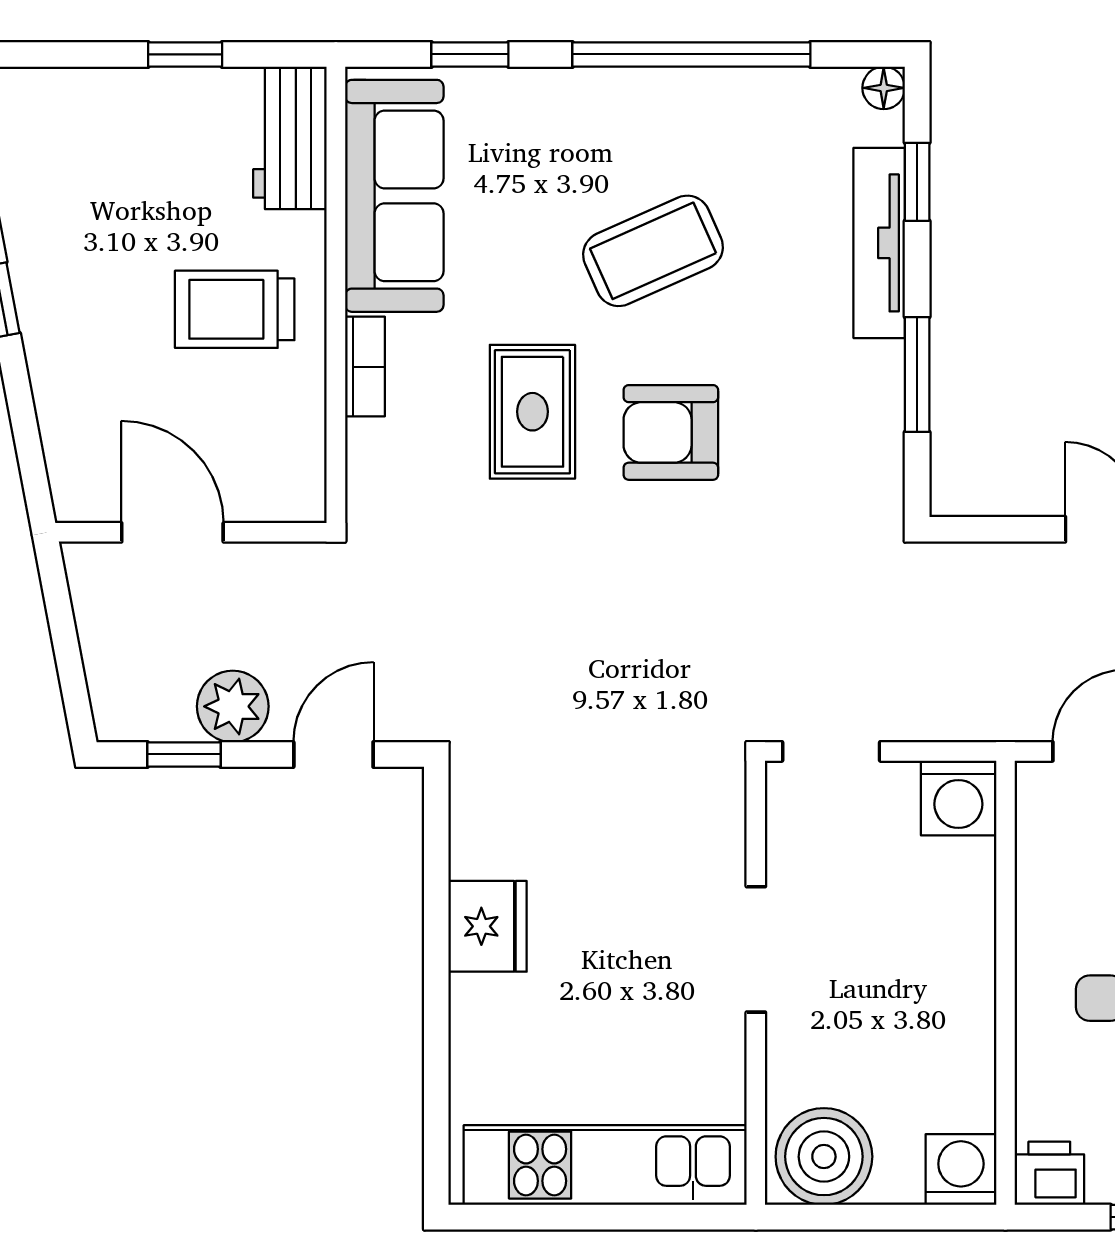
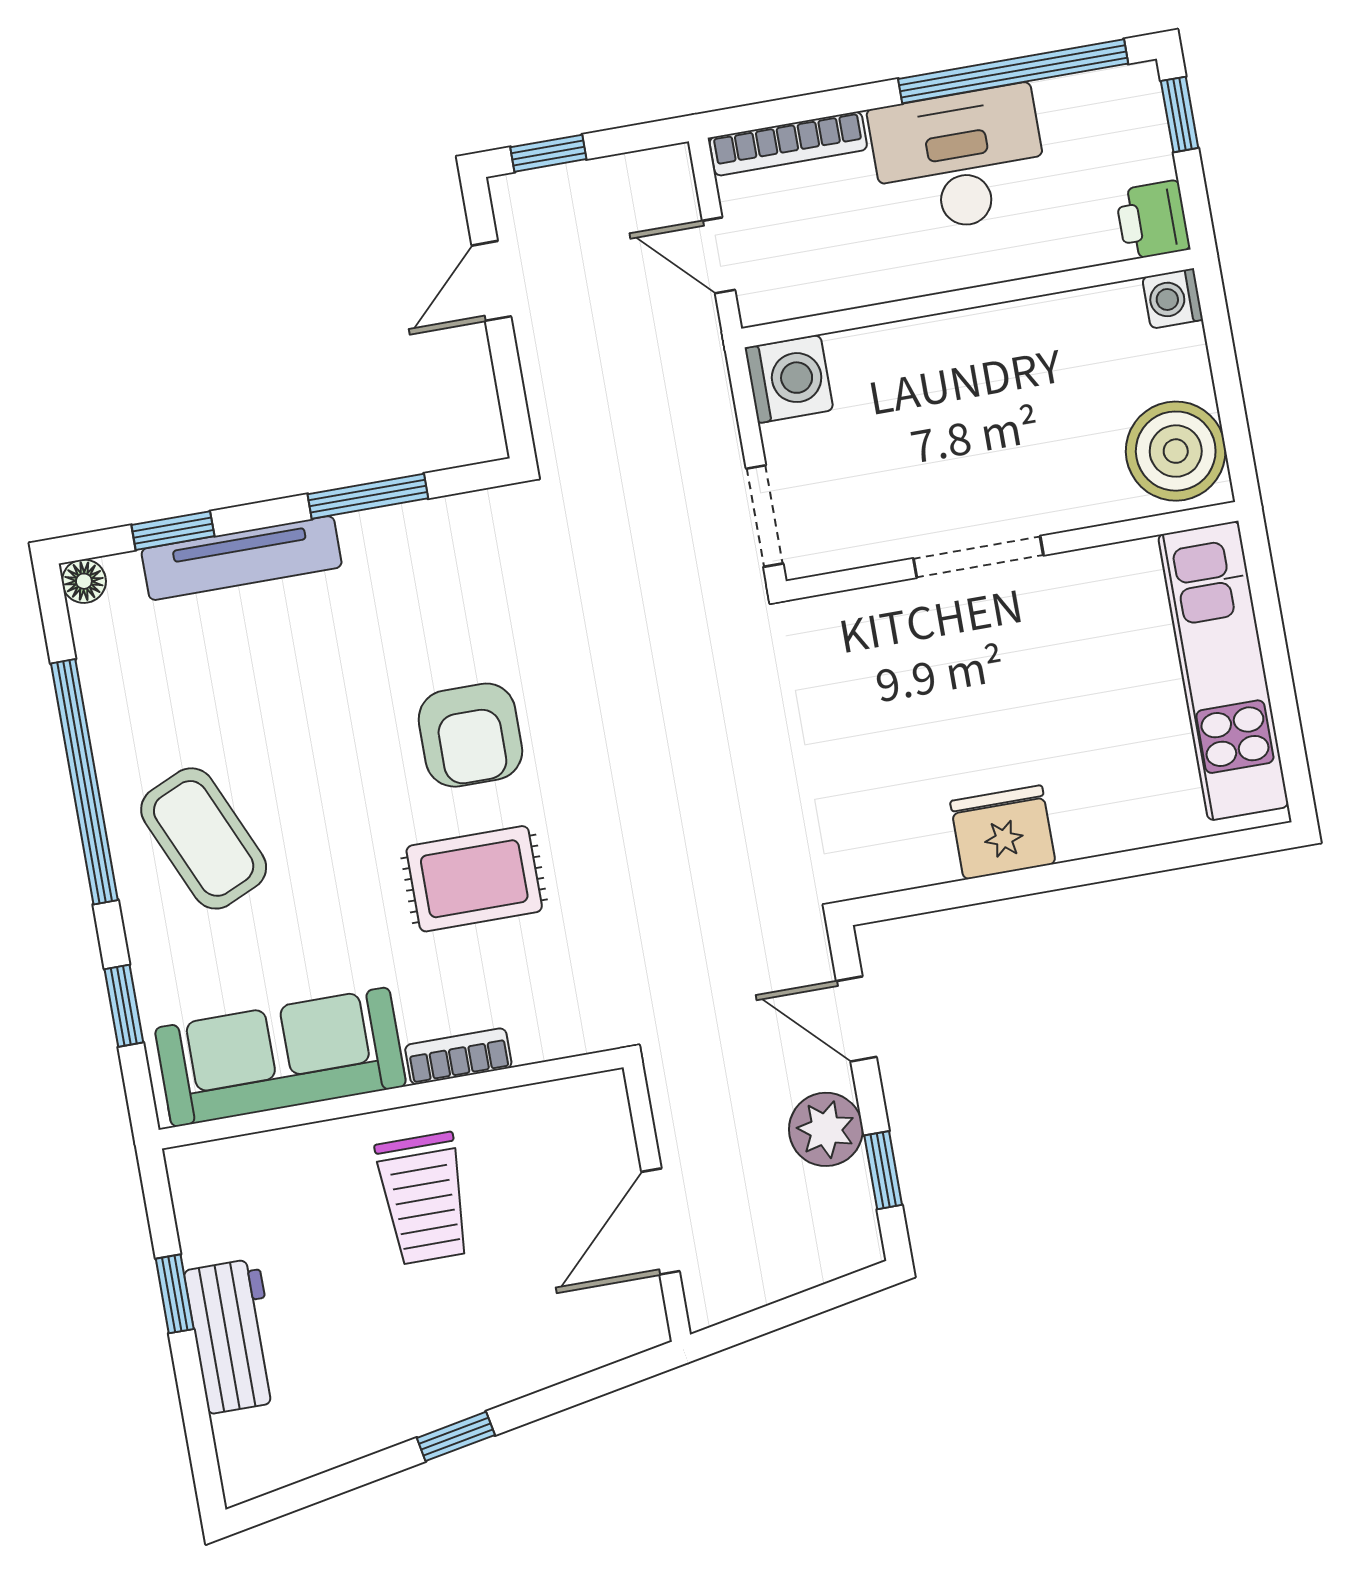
workbench: (290, 138) -> (233, 1336), moved, turned -90
coffee table: (653, 251) -> (204, 838), moved
washing machine: (961, 1170) -> (1173, 299), width x0.73, depth x0.73

